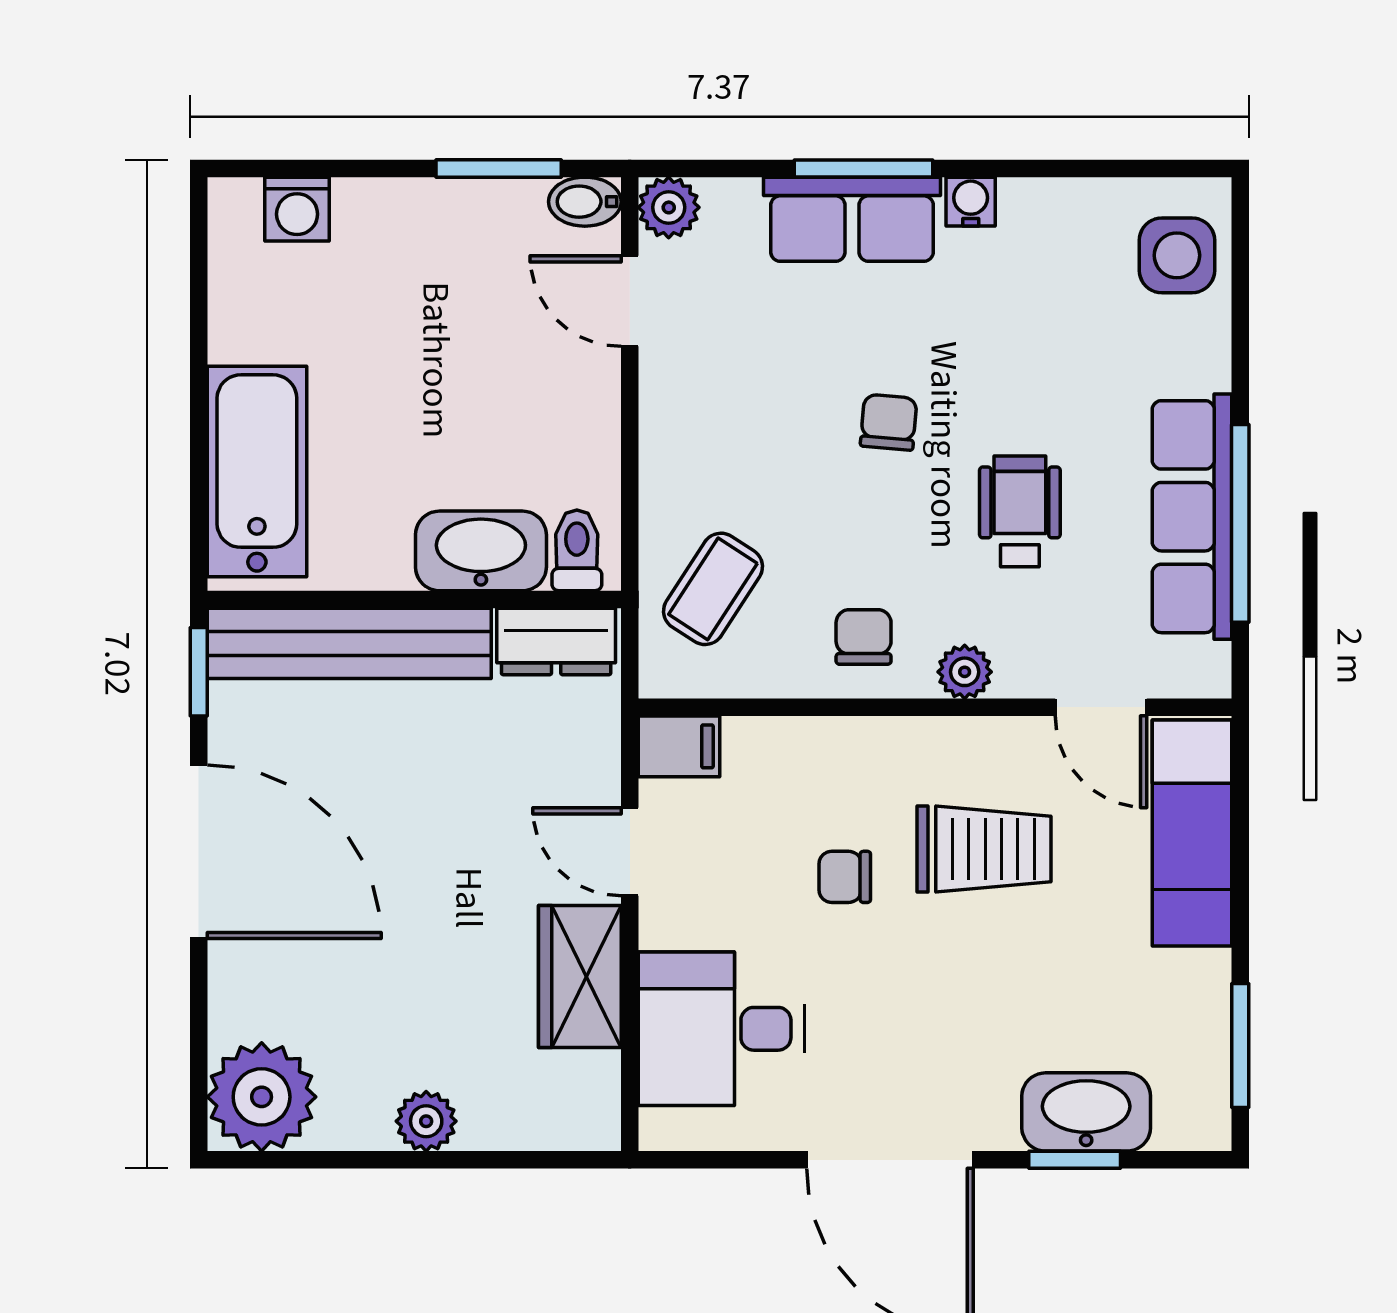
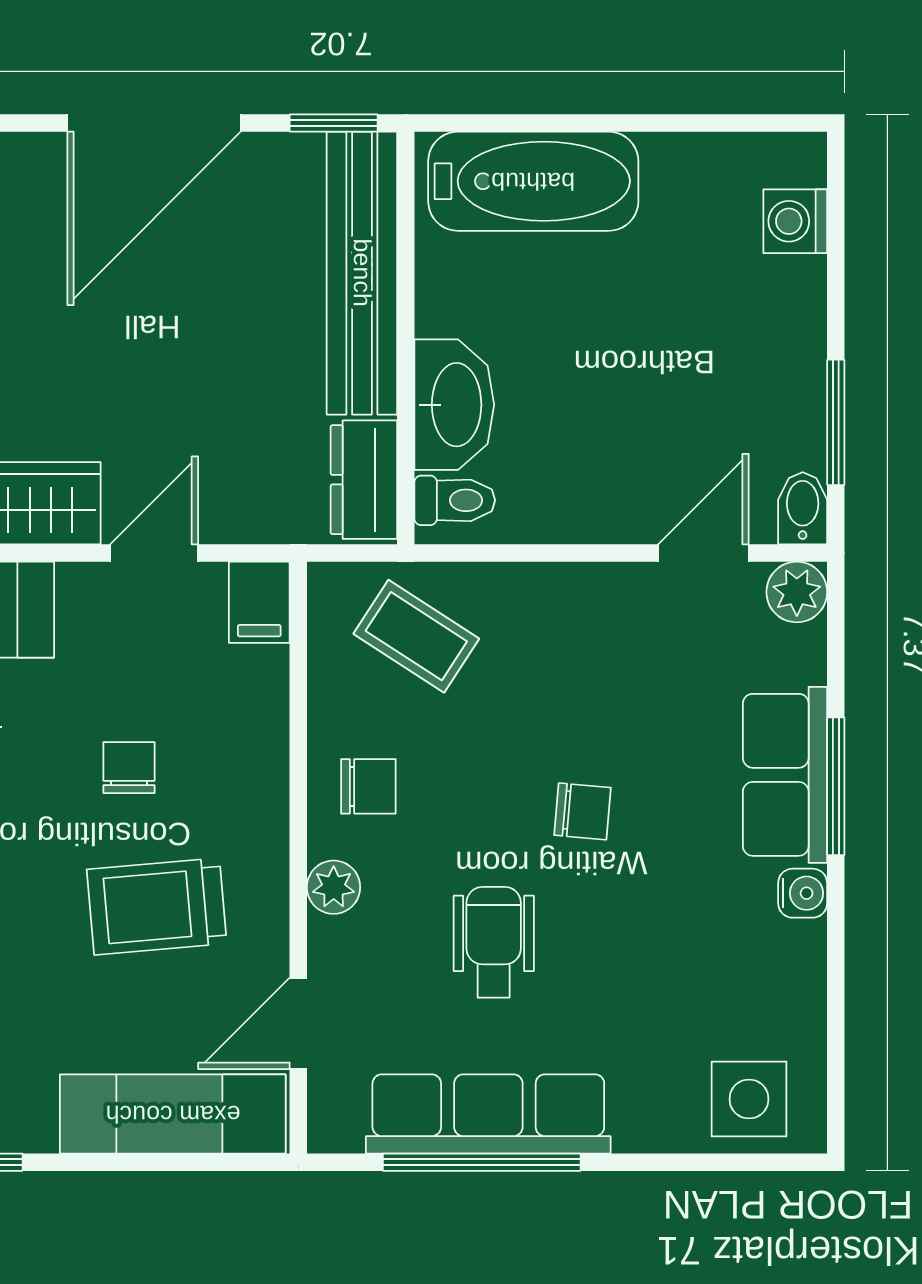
wheelchair: (1020, 511) -> (494, 942), turned -90
trolley: (984, 849) -> (157, 906), turned 85

